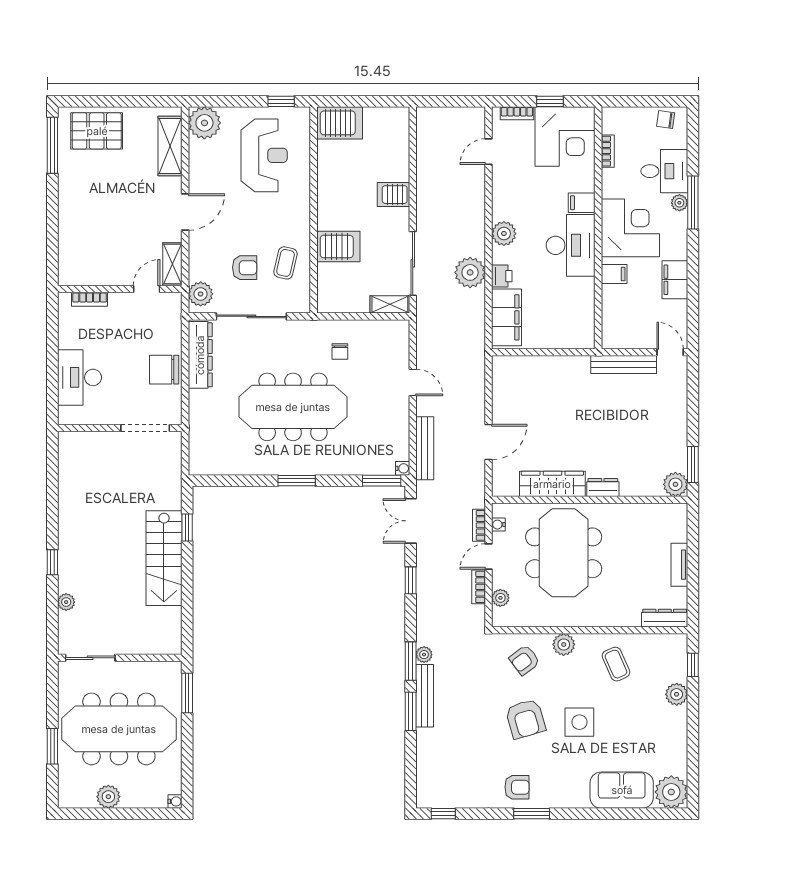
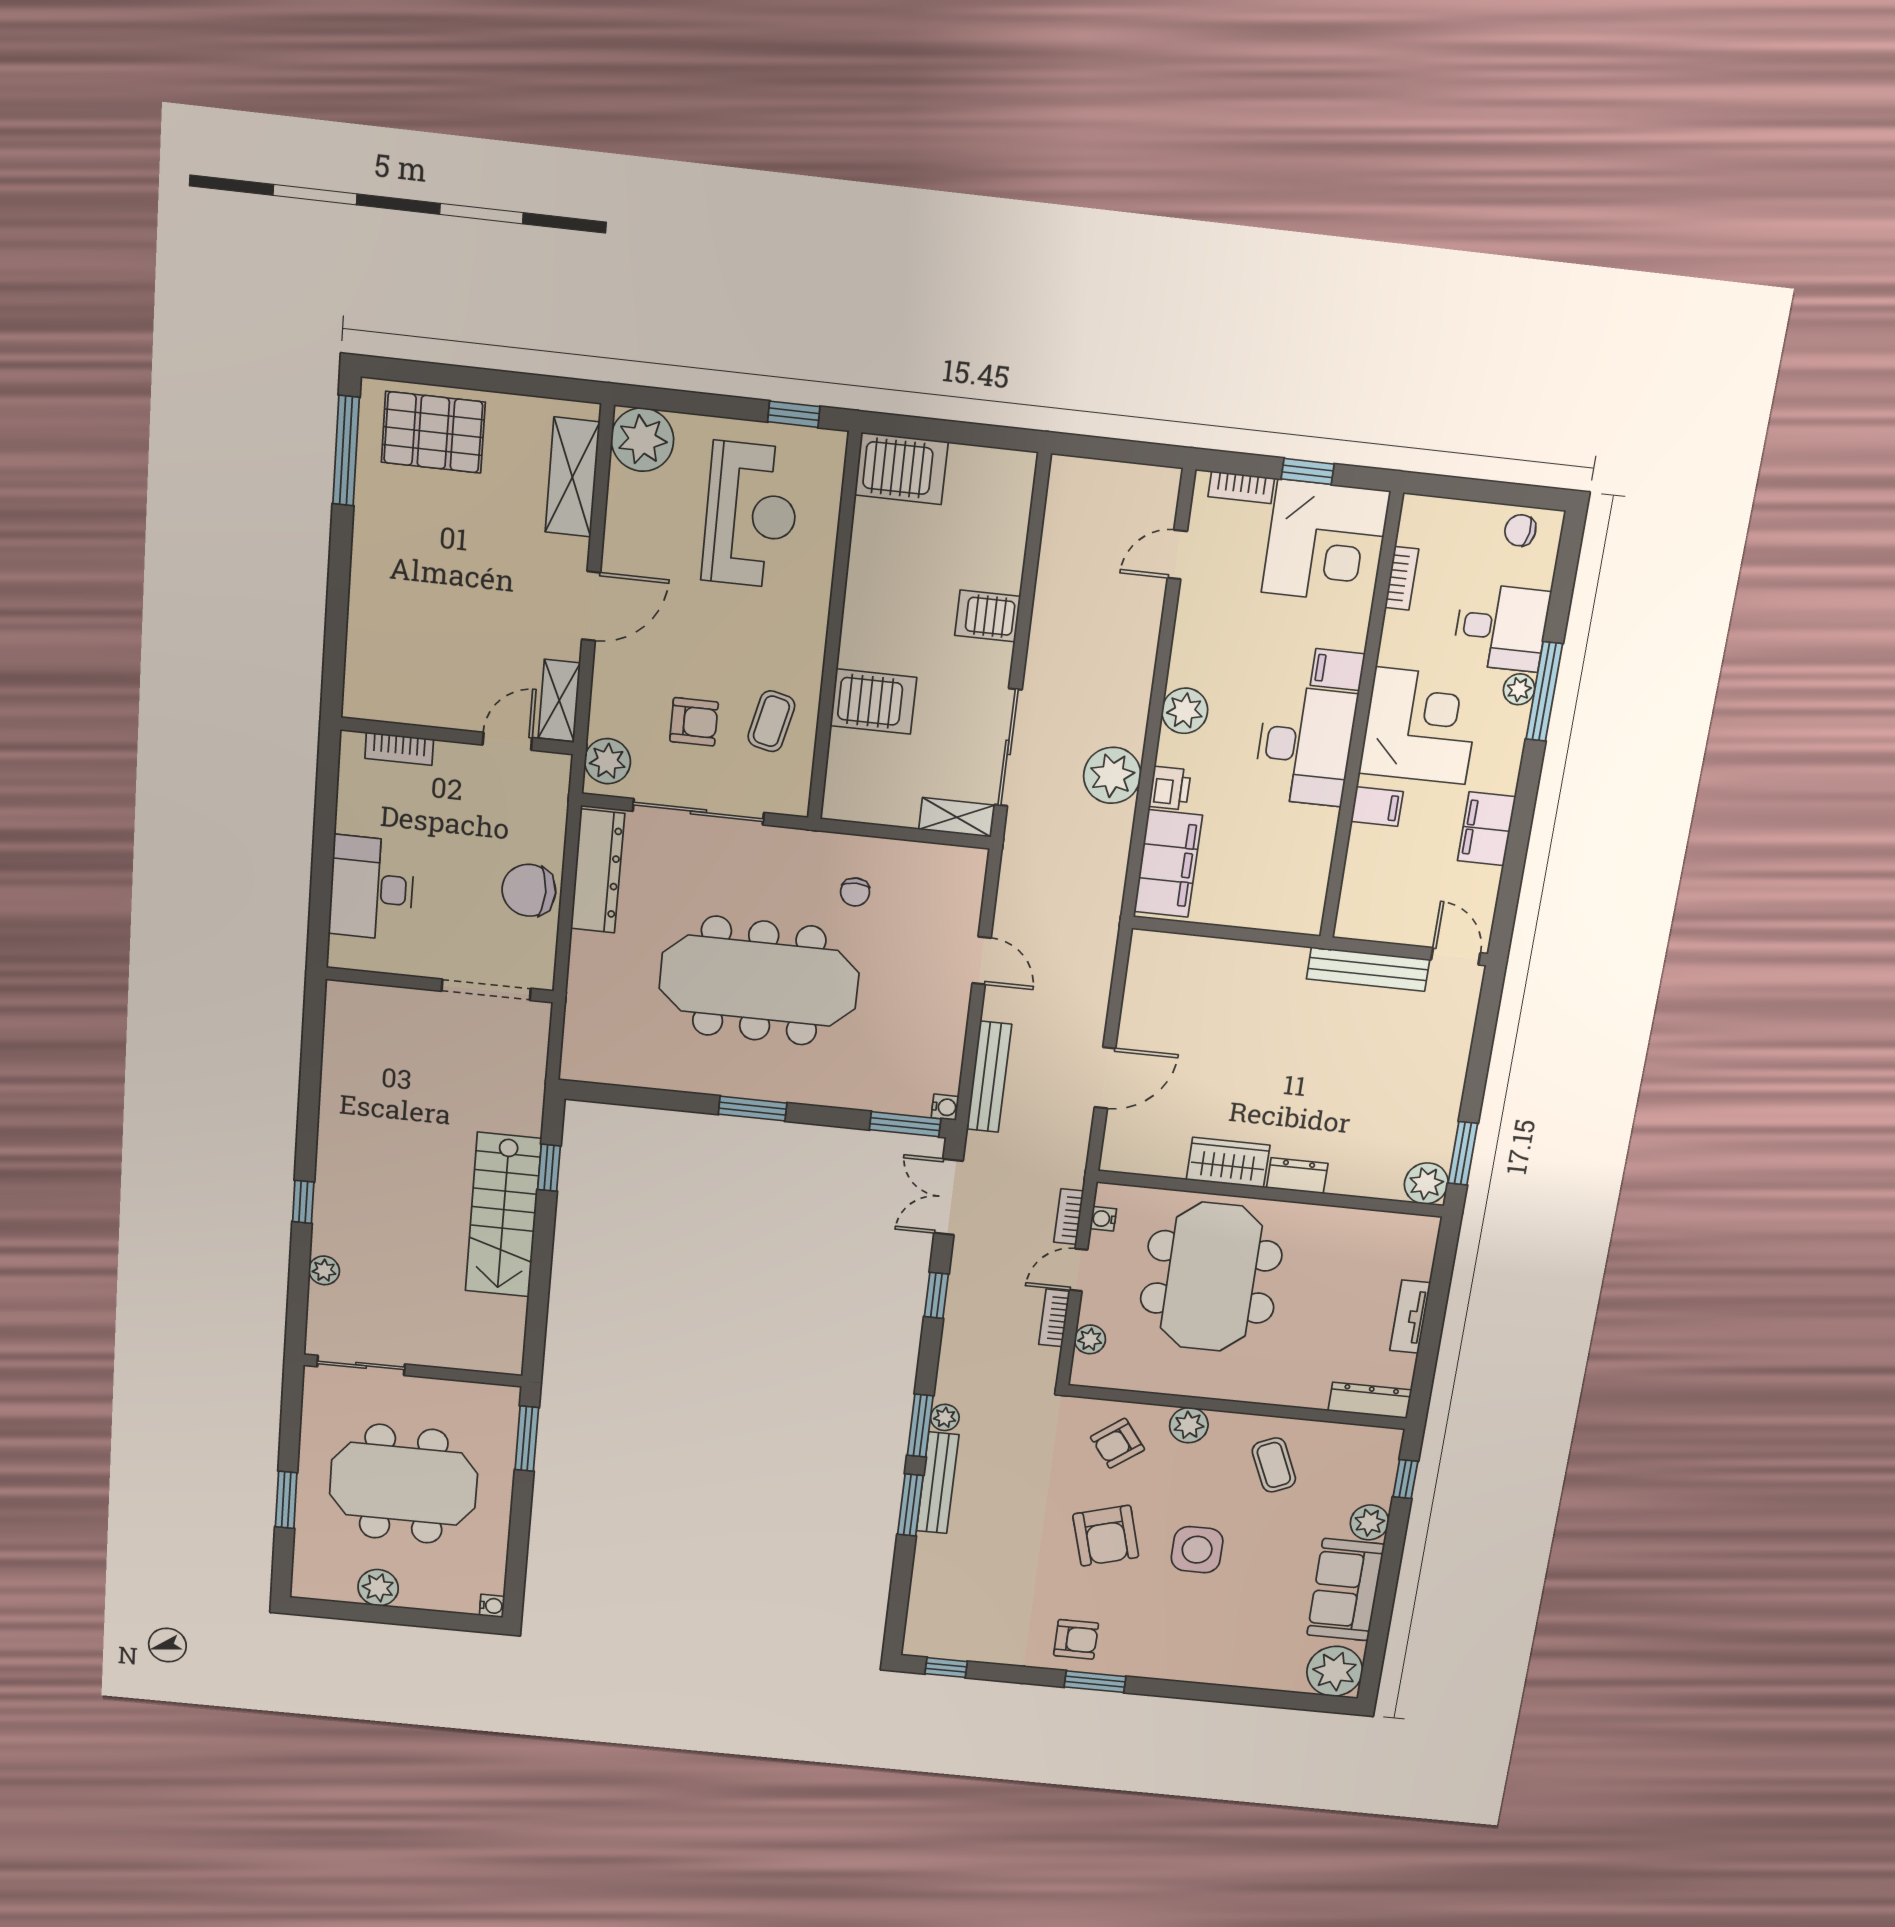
wardrobe: (552, 484) -> (1228, 1162), width x0.67
meeting table: (119, 729) -> (404, 1484), width x0.73
sofa: (622, 790) -> (1346, 1590), moved, turned -90

